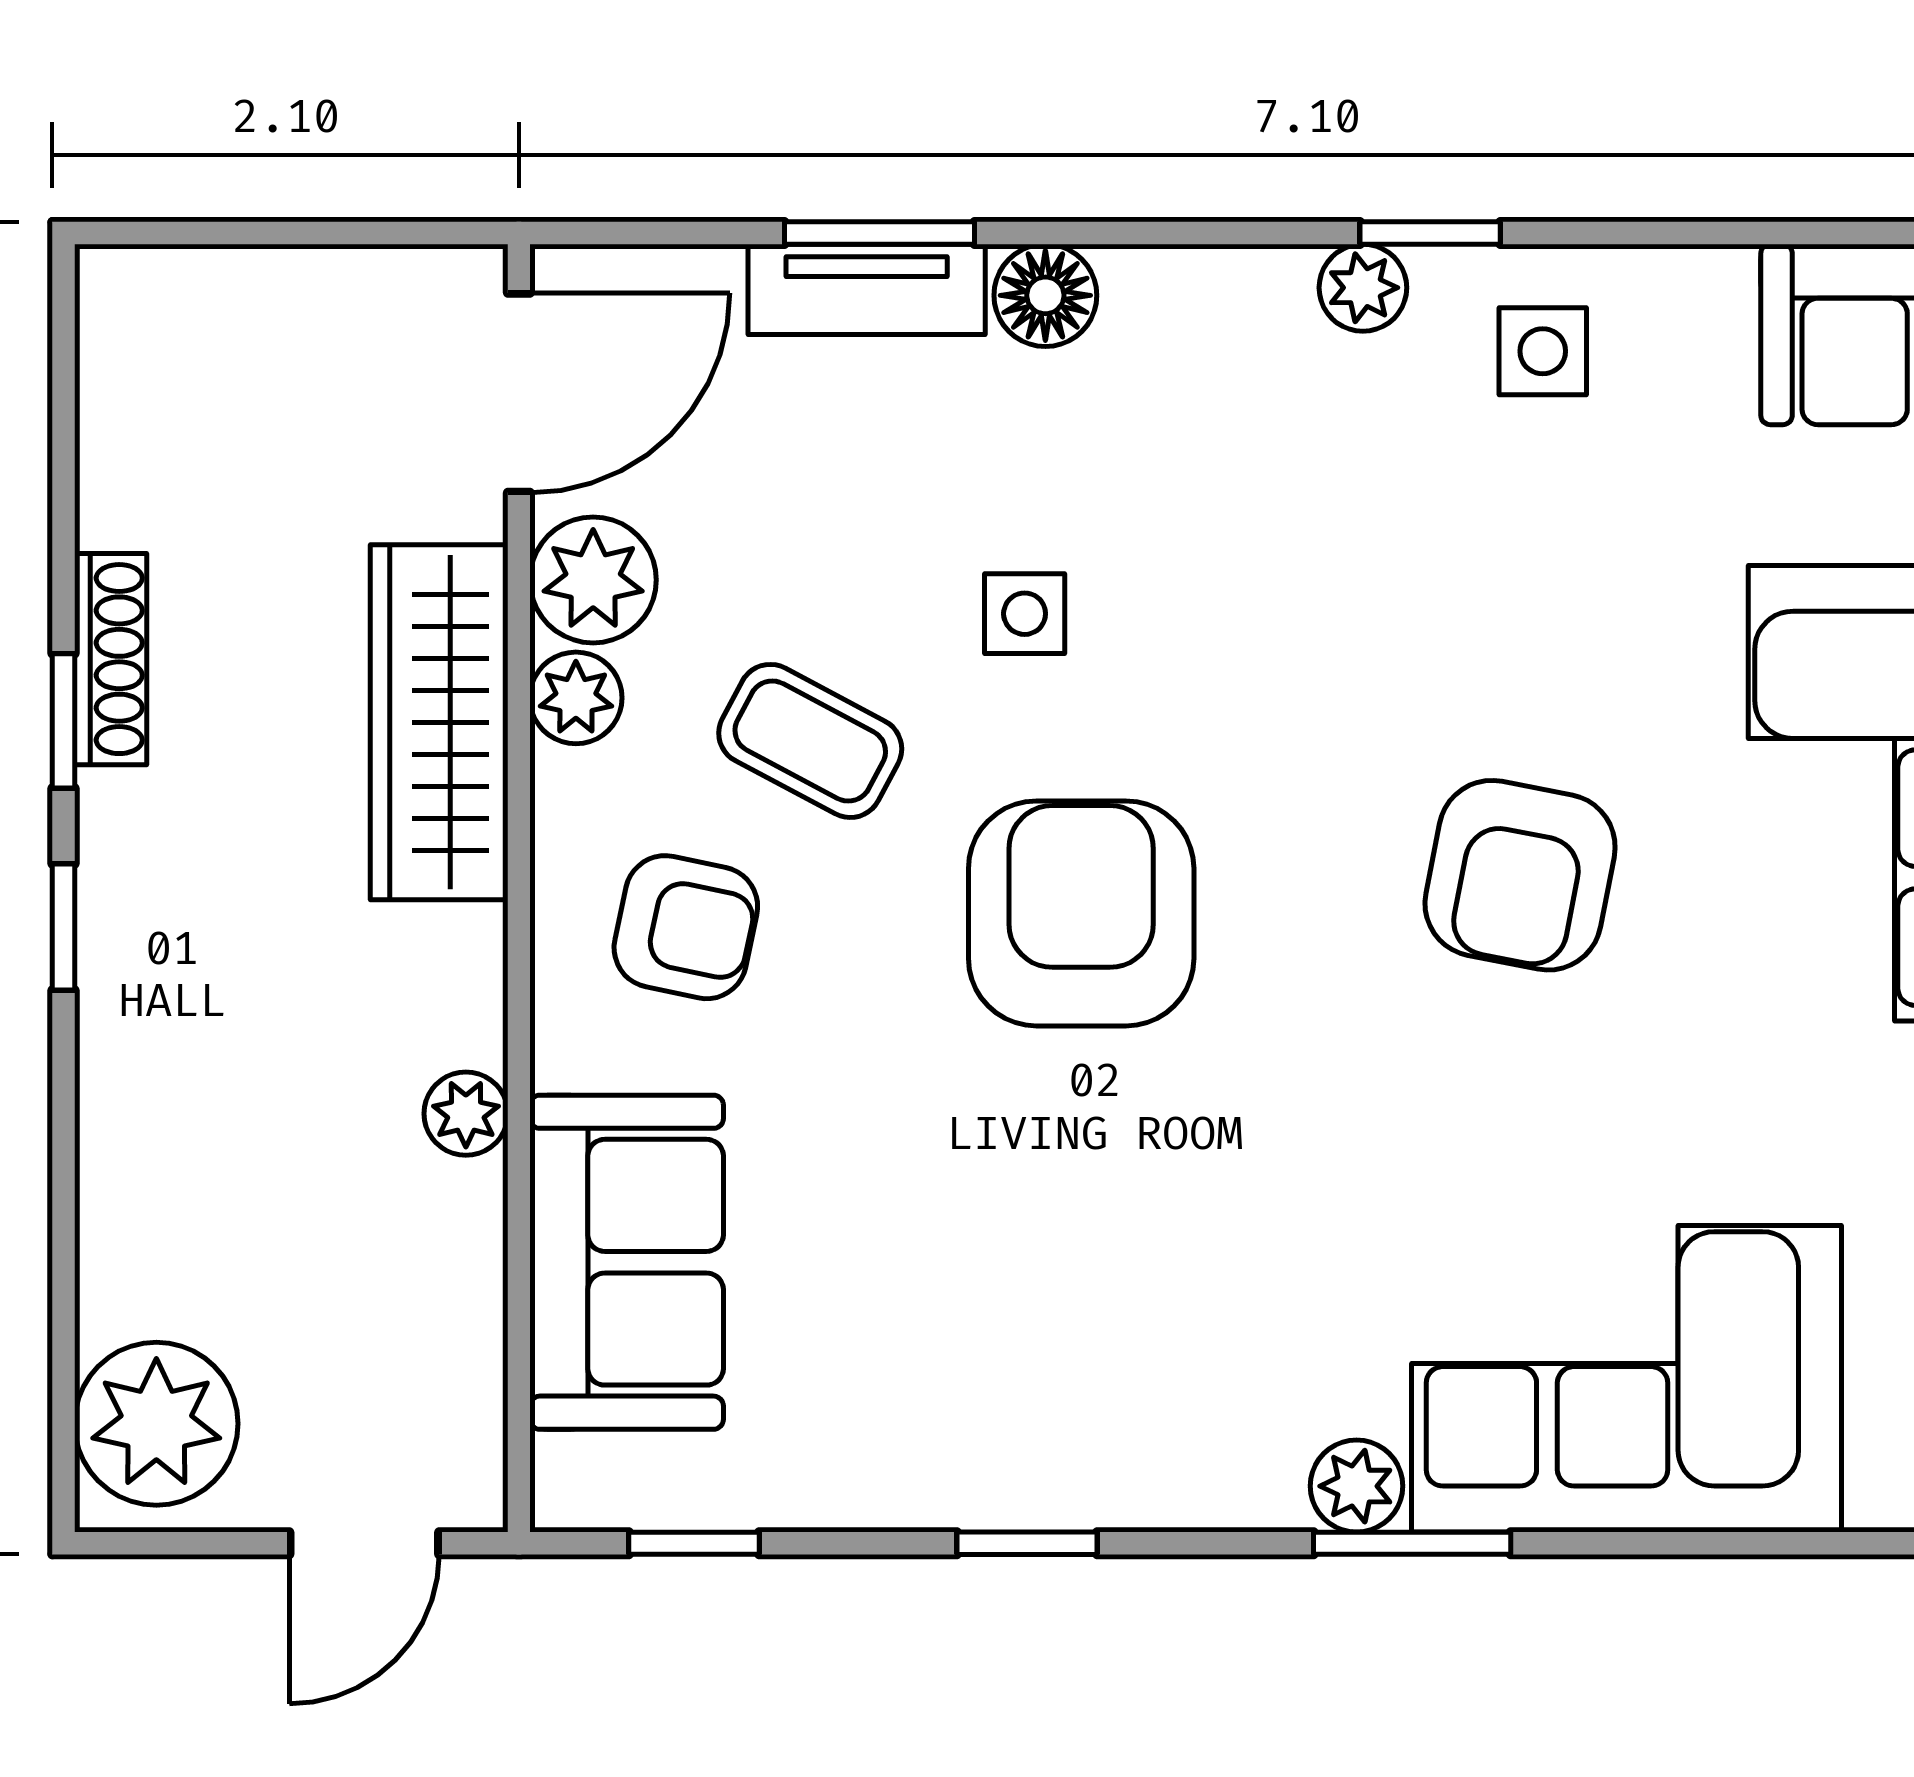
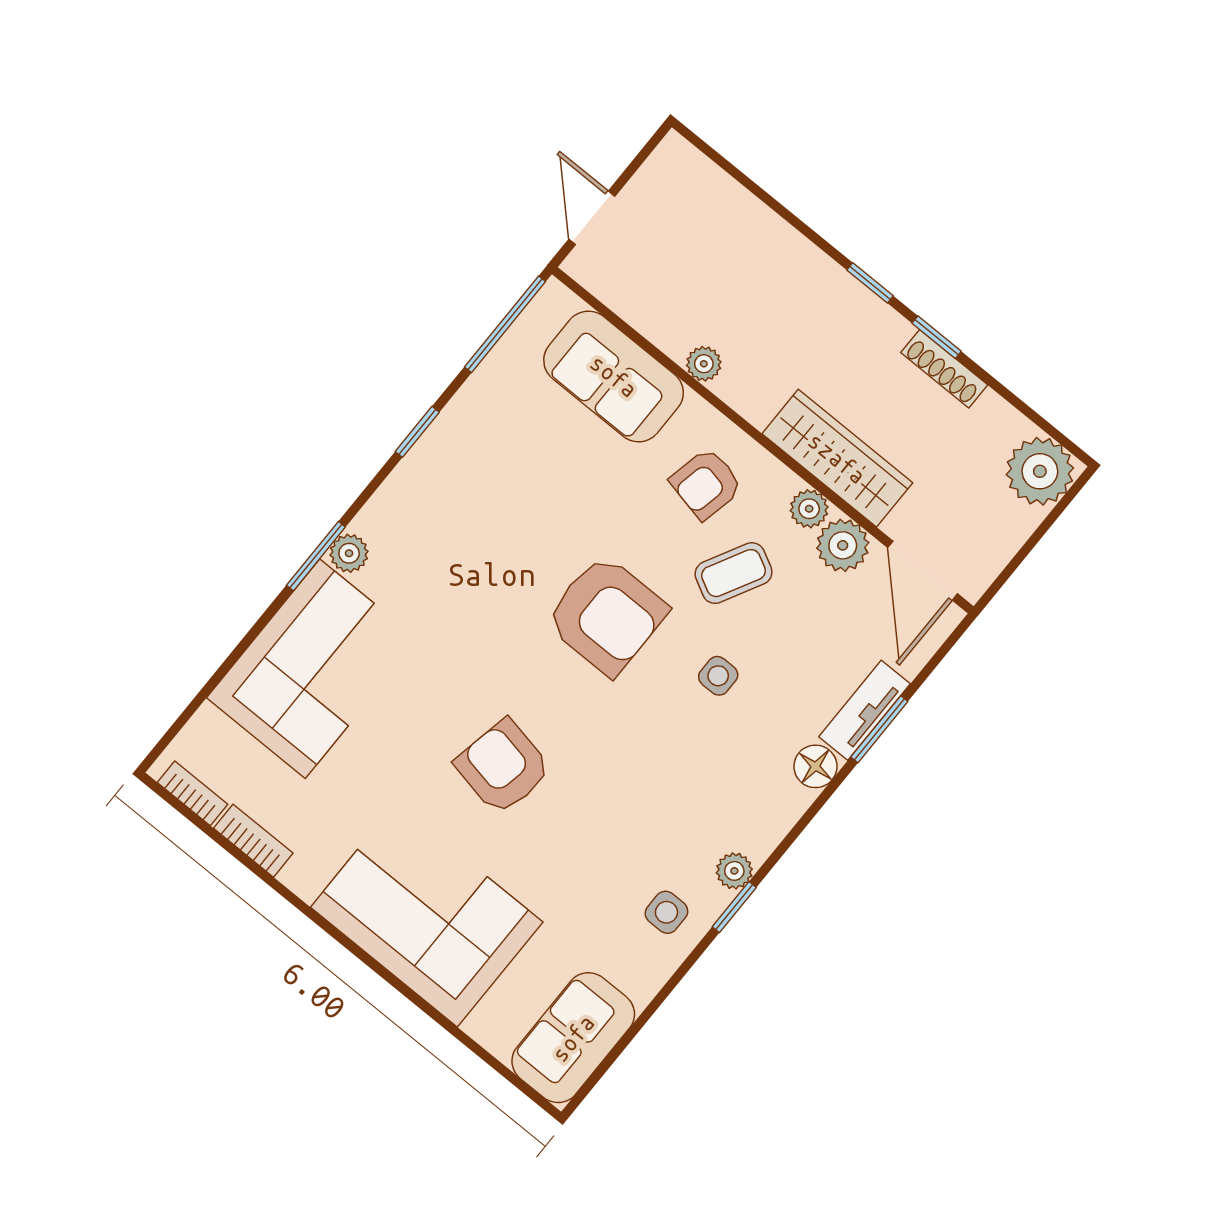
plant: (156, 1424) -> (1040, 471), moved
window: (694, 1543) -> (505, 324), width x2.17

